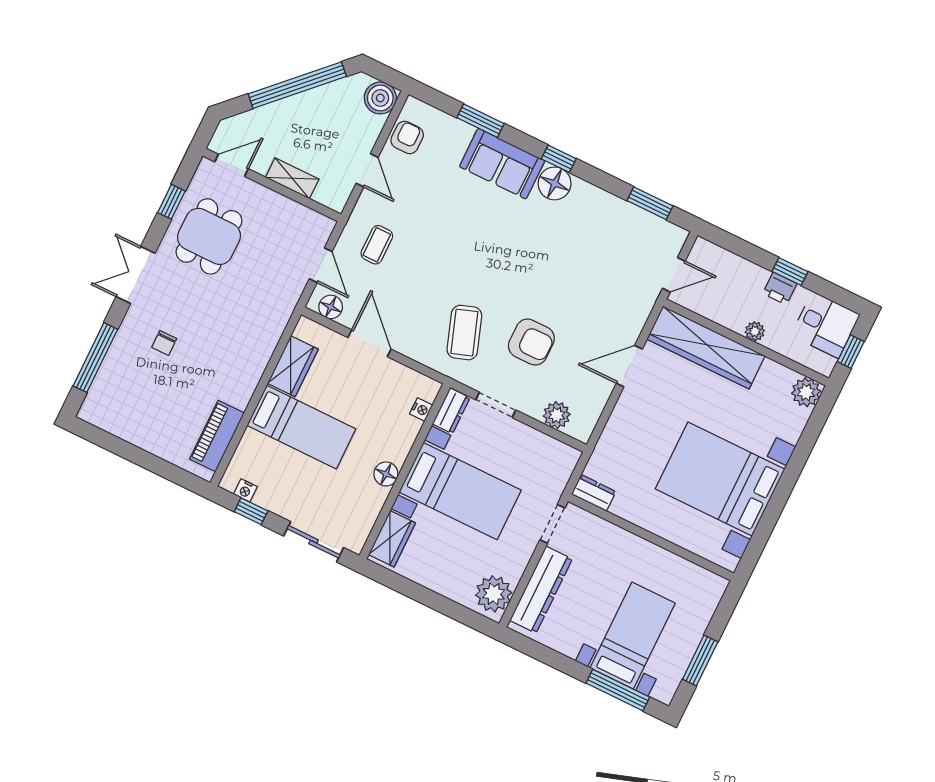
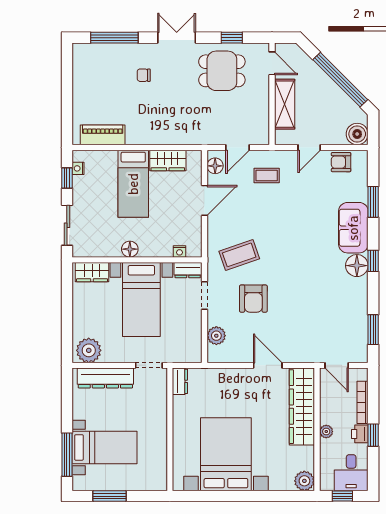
armchair: (407, 137) -> (341, 162), turned 180
shelving: (292, 178) -> (285, 104), width x1.50, depth x1.33
bookcase: (740, 264) -> (363, 402), added

